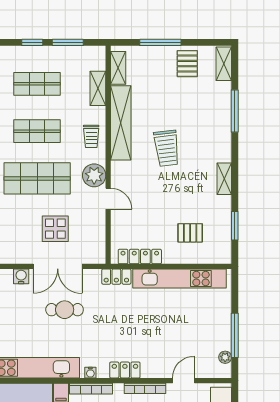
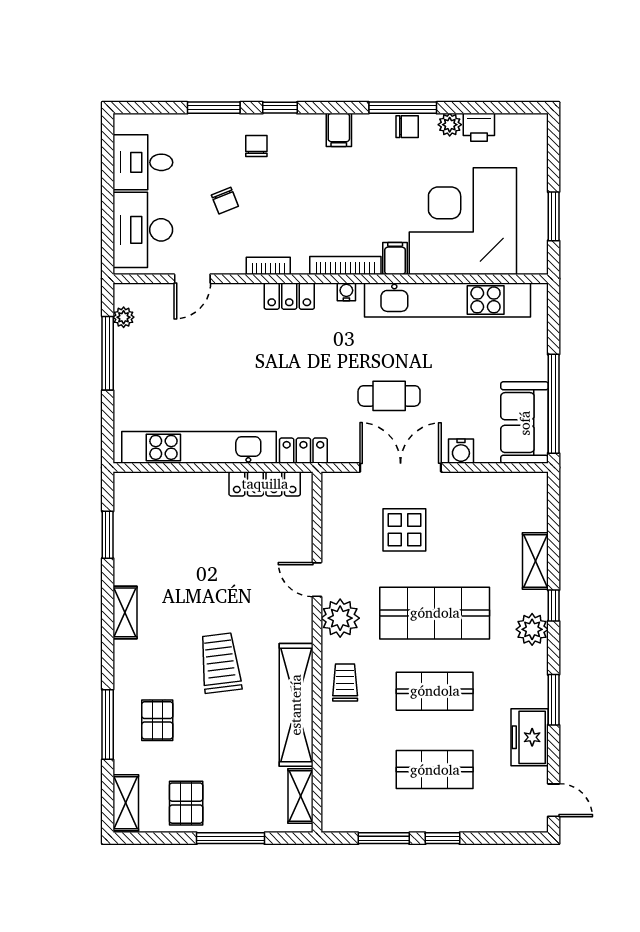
shelving: (98, 88) -> (334, 762), removed
pallet: (190, 233) -> (157, 720), moved, turned 90
bookcase: (145, 388) -> (268, 266), width x0.64

